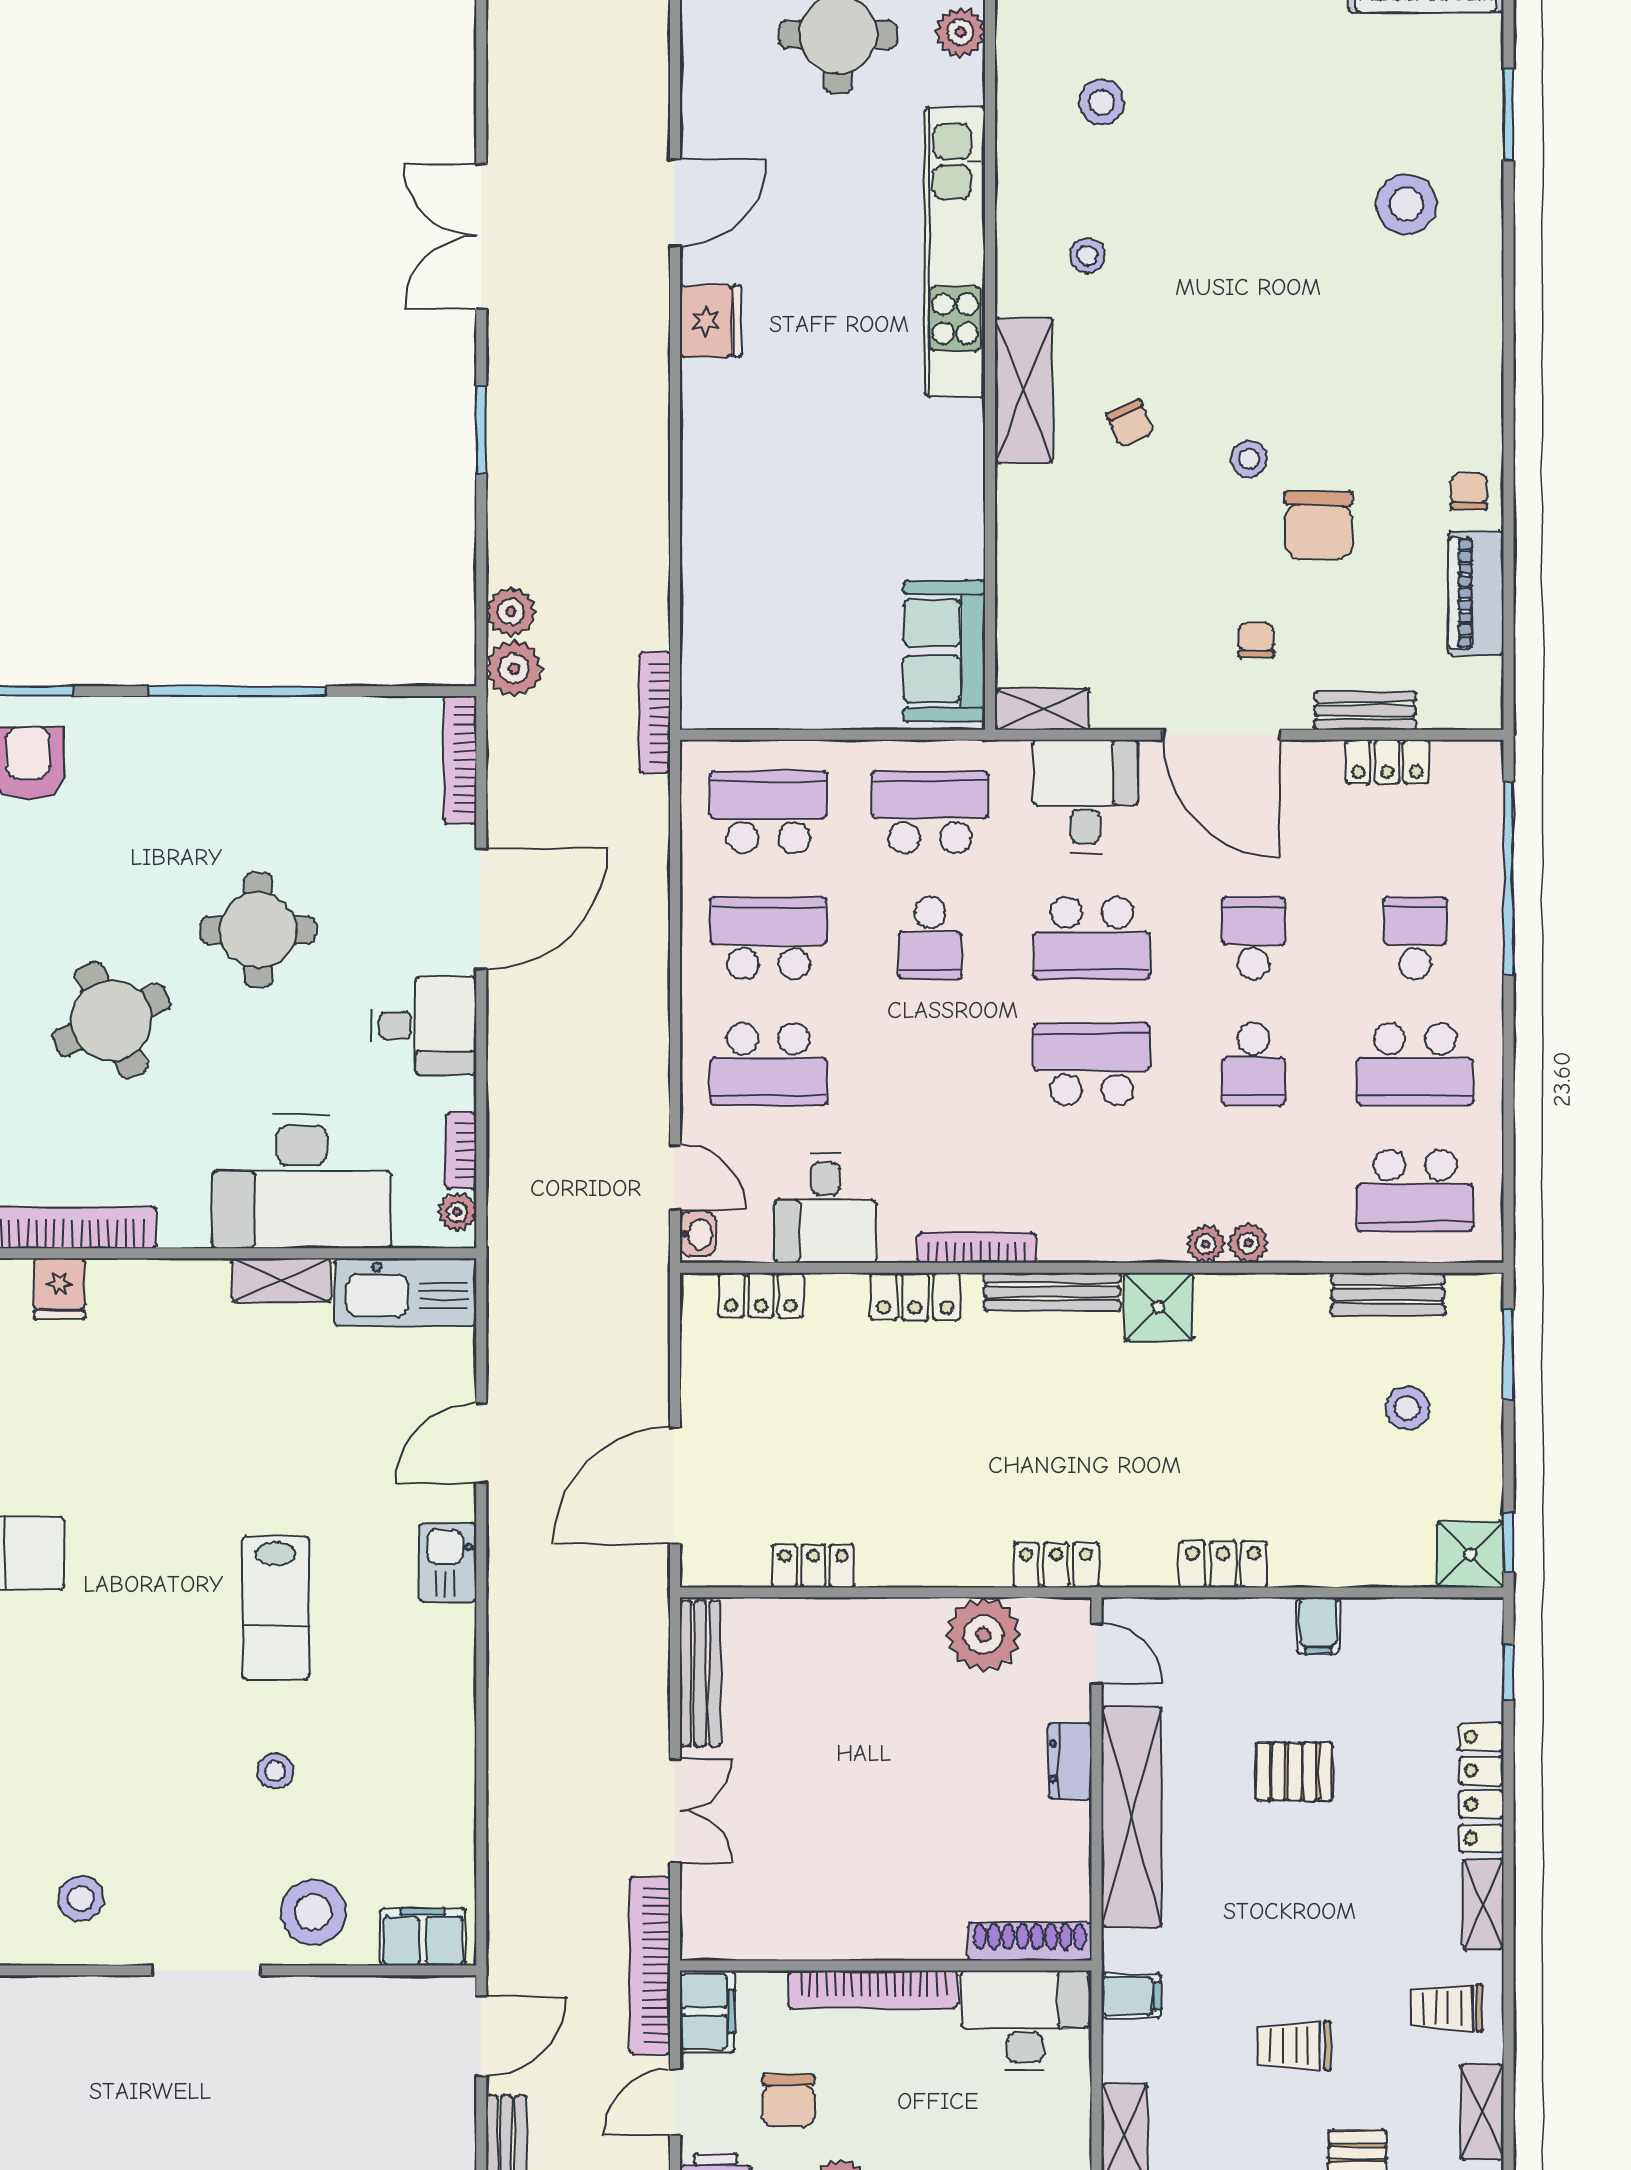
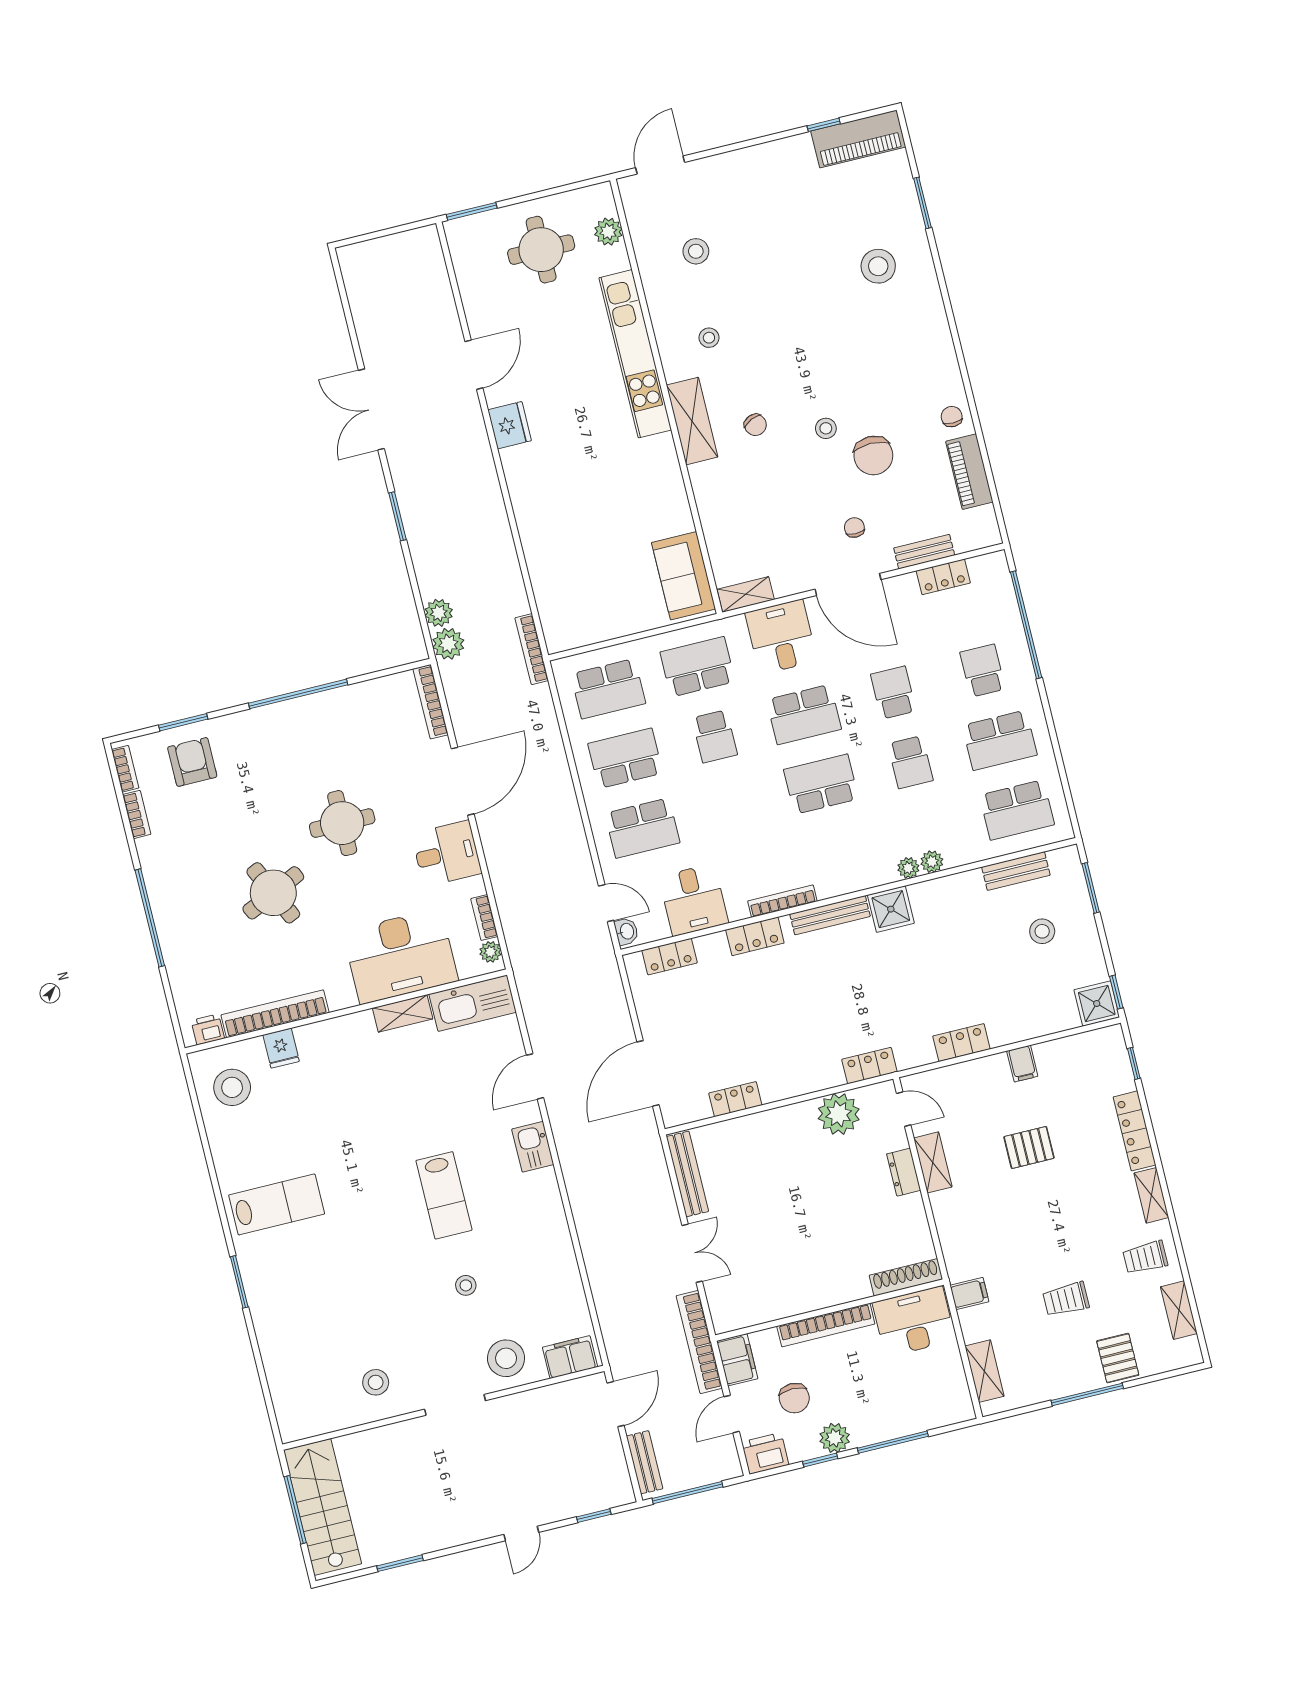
school desk: (768, 812) -> (608, 689), turned 180
shelving: (1131, 1817) -> (933, 1162), width x0.45, depth x0.75

